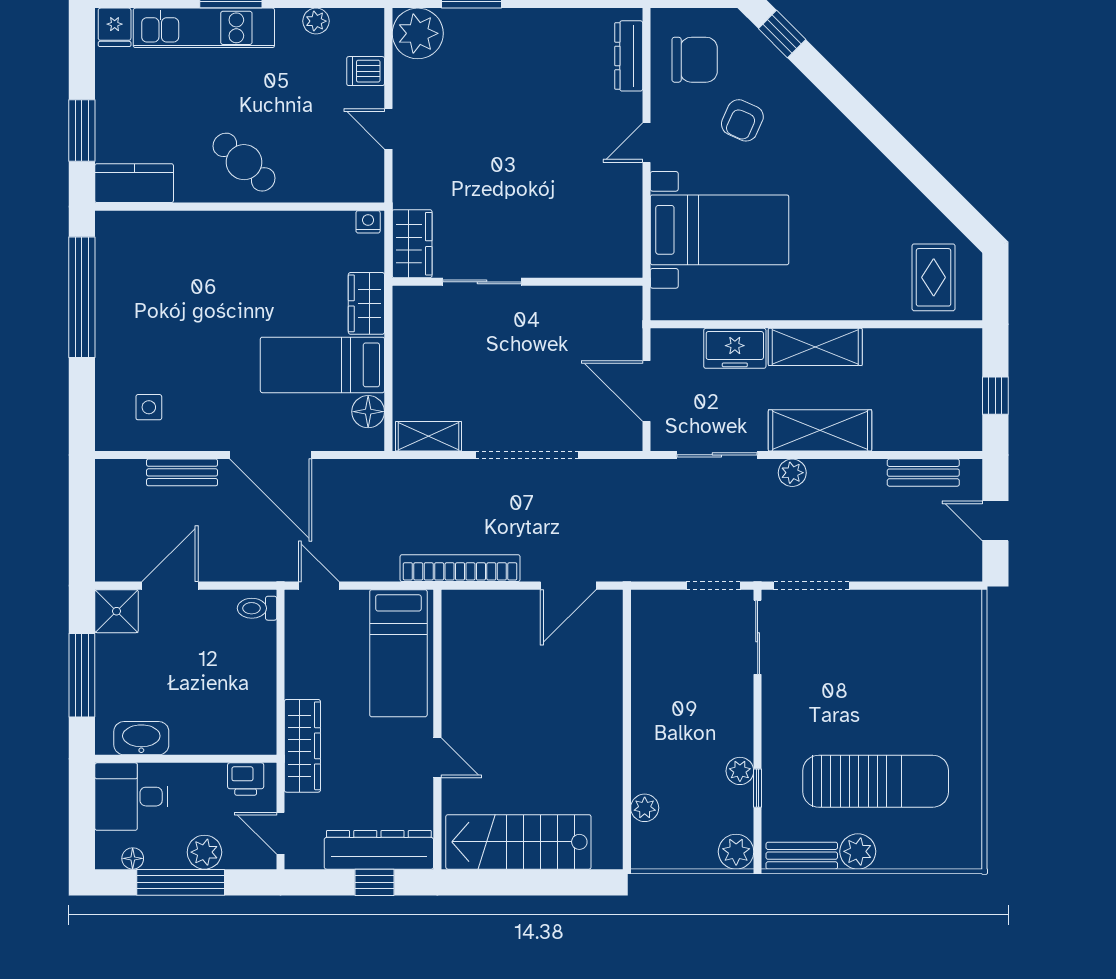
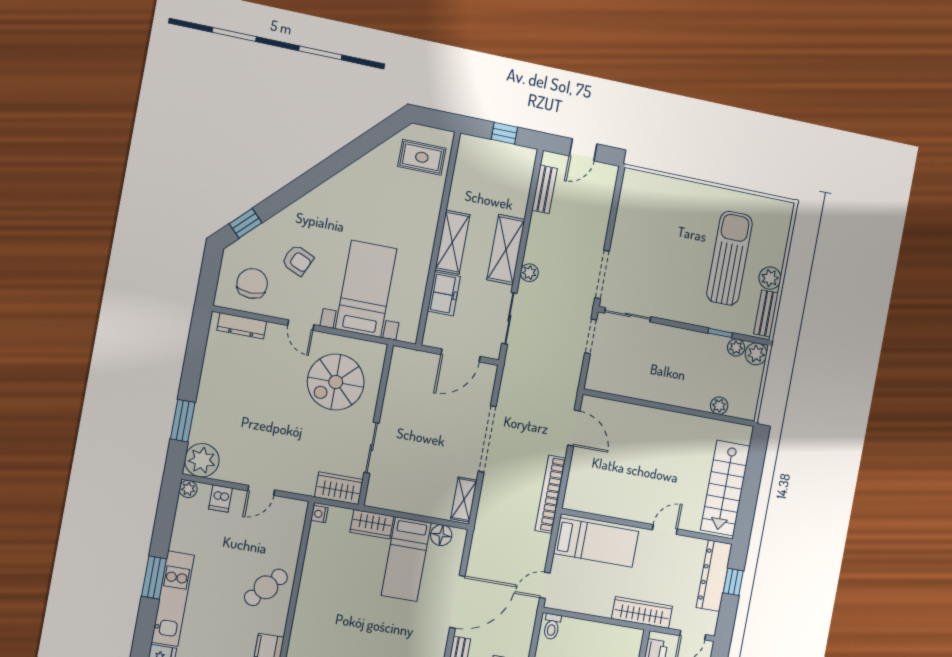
plant: (316, 21) -> (188, 489), moved
spiral stairs: (571, 210) -> (336, 382), added
plant: (740, 771) -> (736, 347), moved

